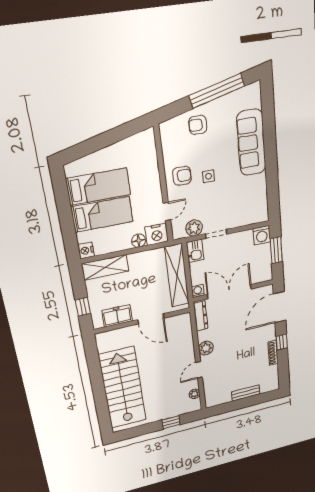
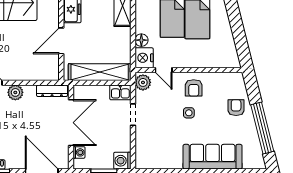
plant: (194, 228) -> (143, 82), moved
washing machine: (198, 291) -> (79, 152), moved

